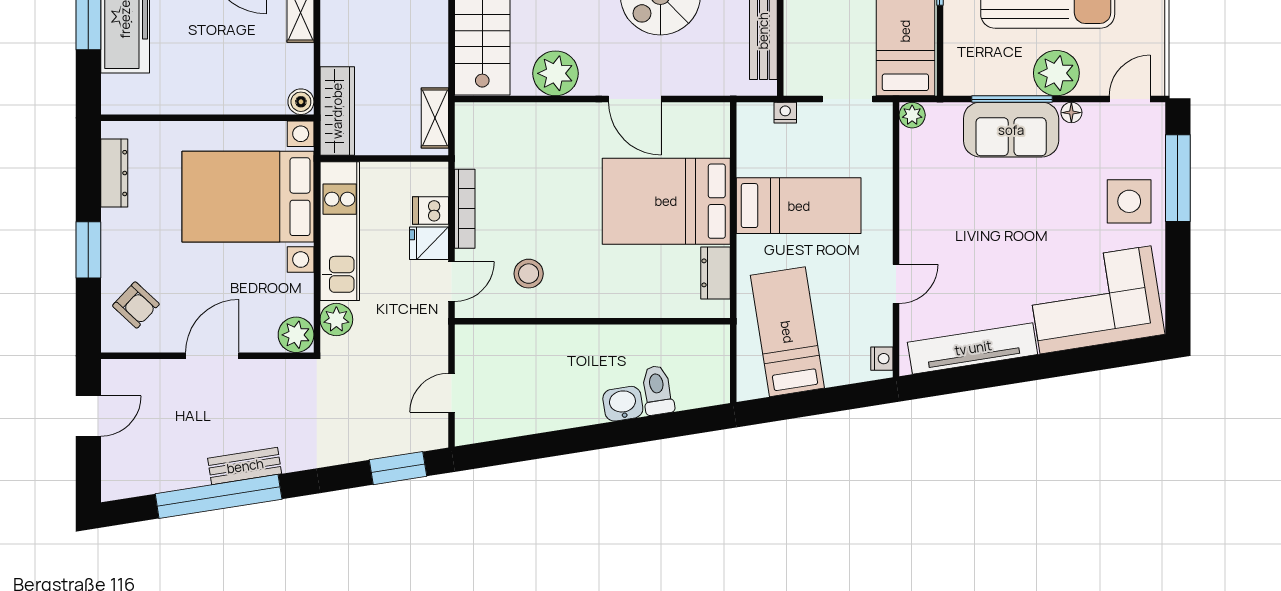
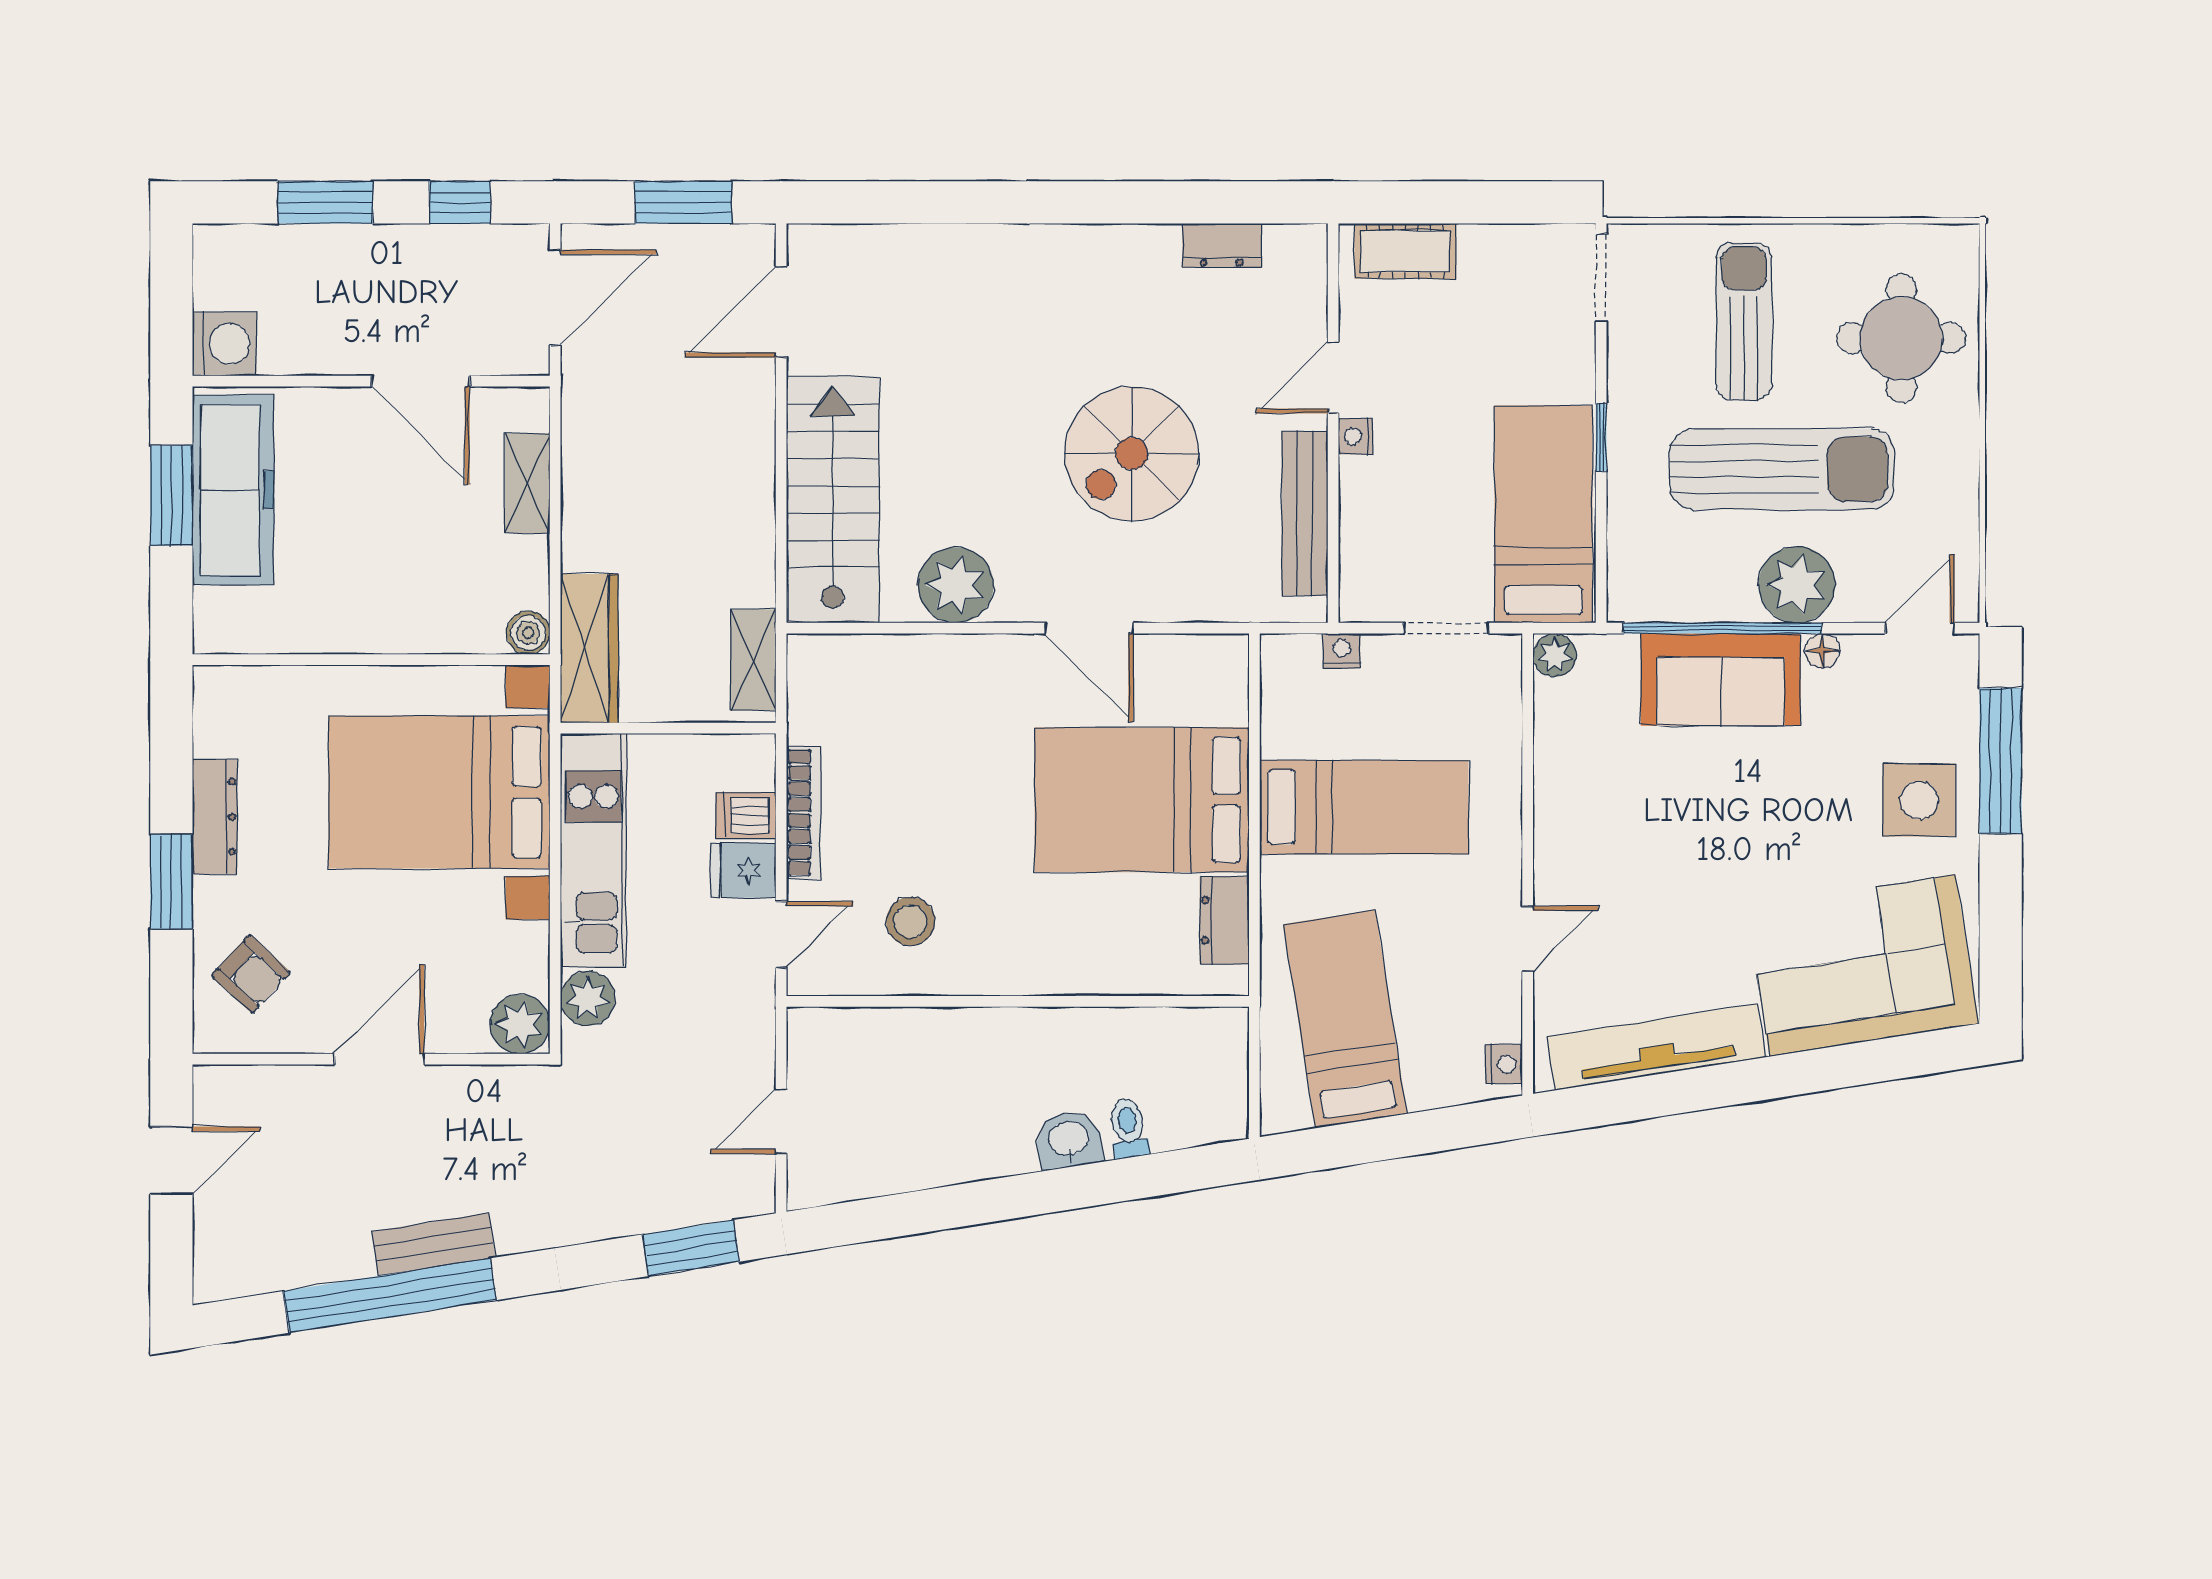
window: (1012, 99) -> (1722, 628), width x1.46
dresser: (114, 173) -> (215, 817), moved
toilet: (657, 390) -> (1128, 1128), width x0.73, depth x0.72

